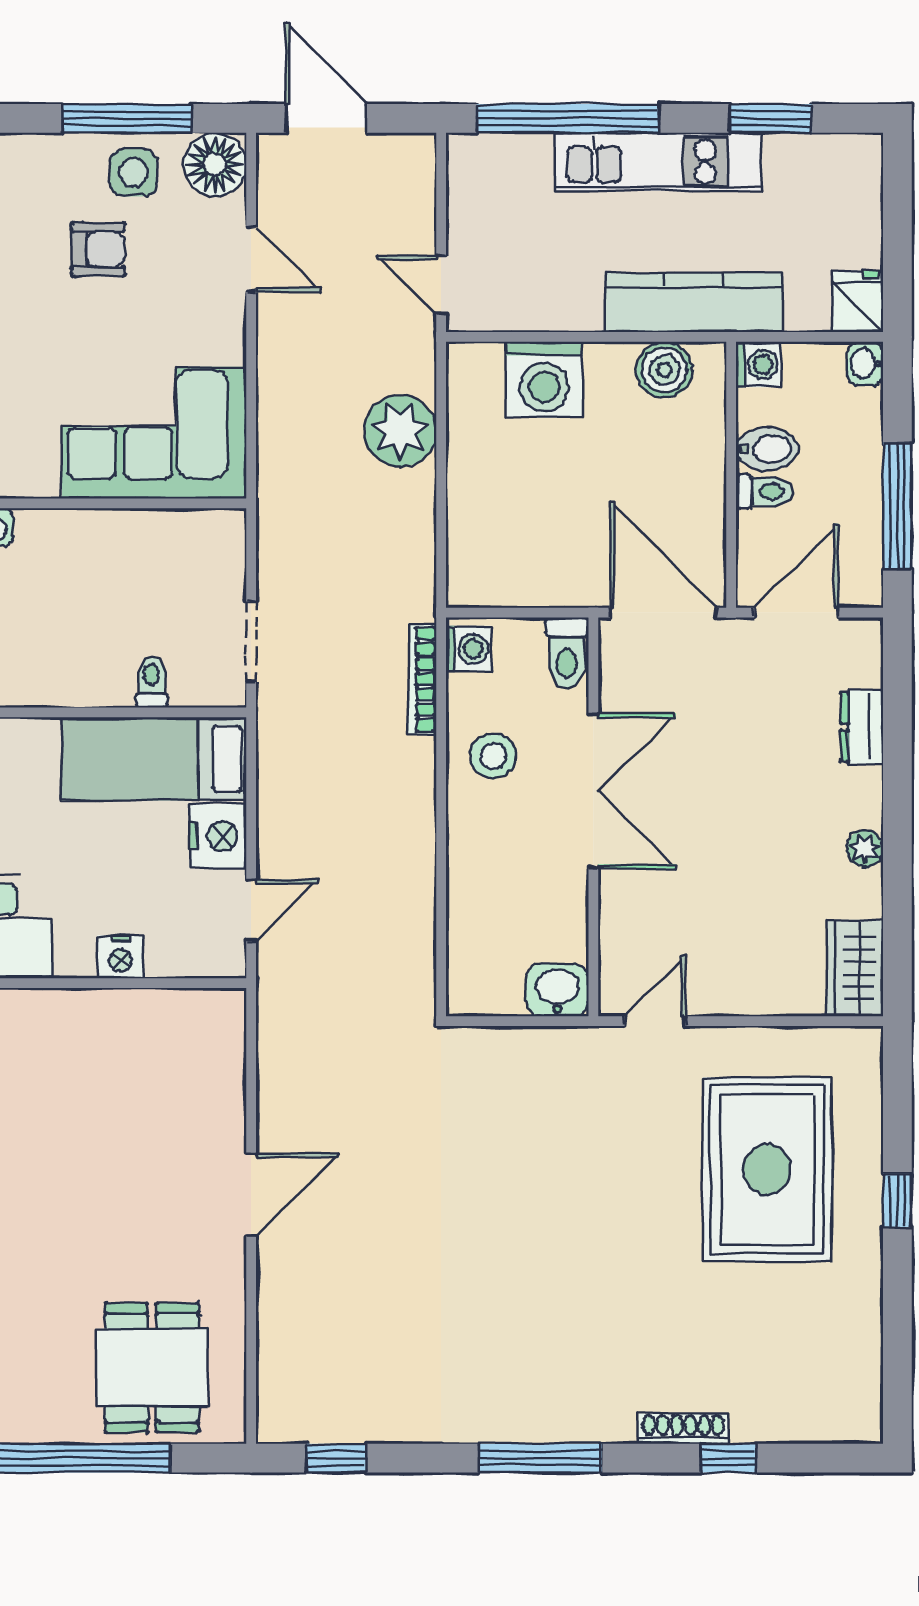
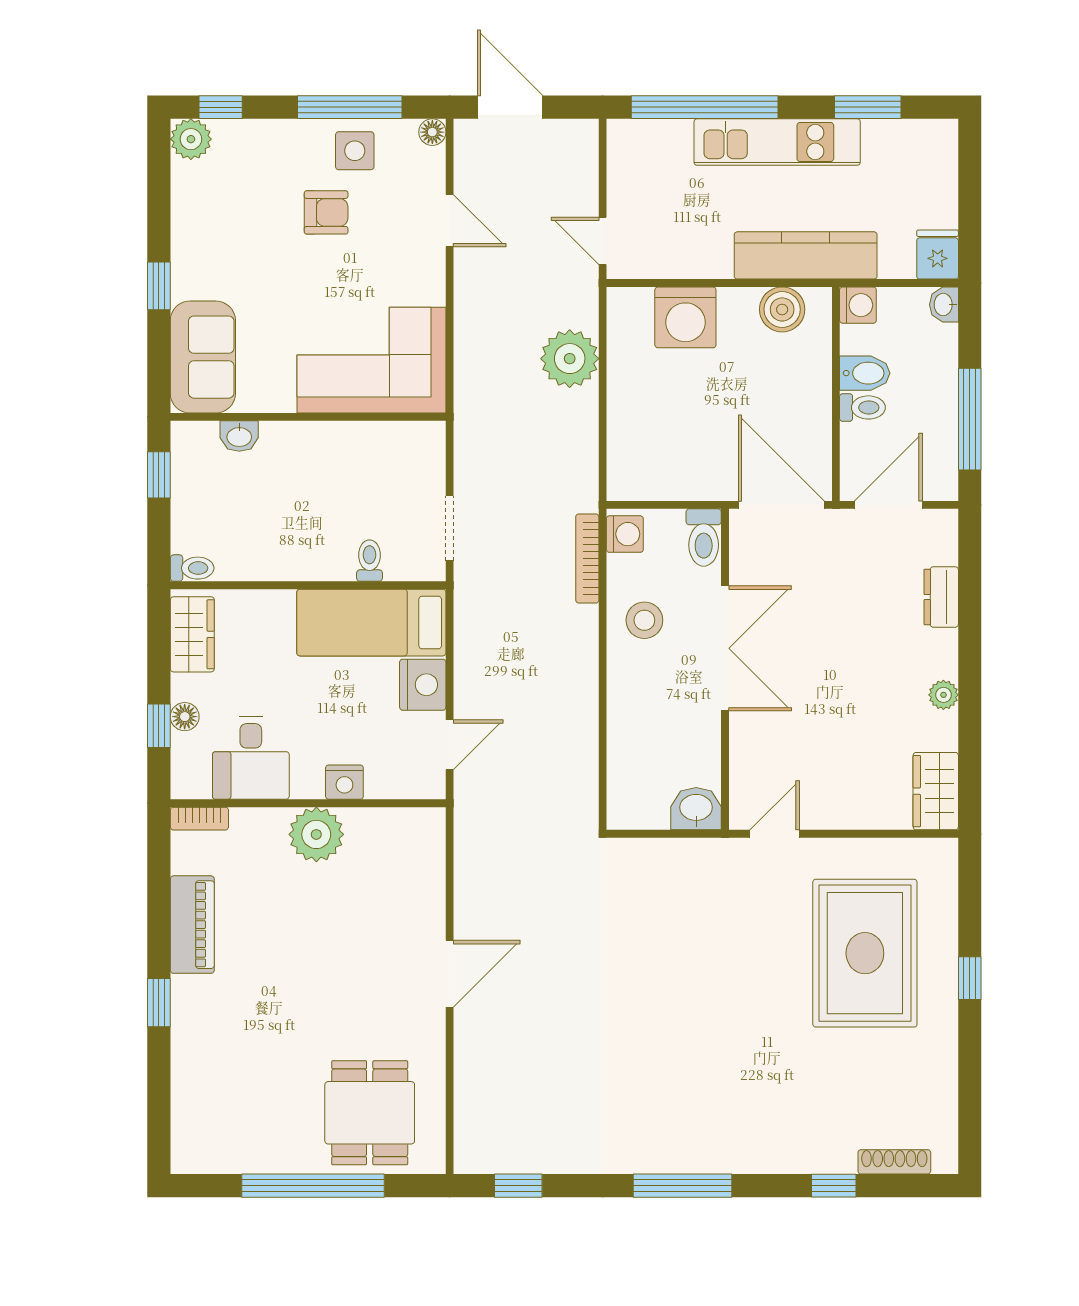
floor lamp: (215, 164) -> (432, 132), width x0.53, depth x0.53
plant: (86, 1022) -> (316, 834), added
shoe rack: (683, 1429) -> (894, 1162), moved

